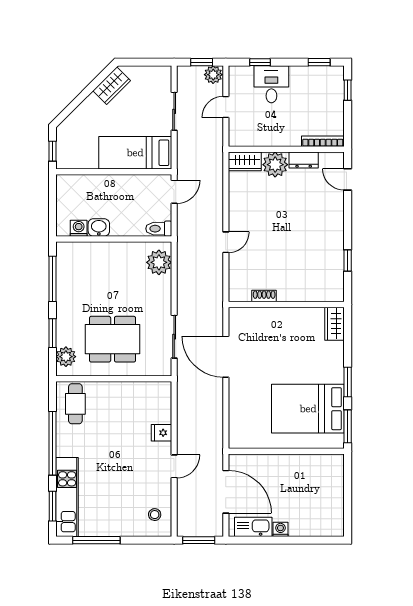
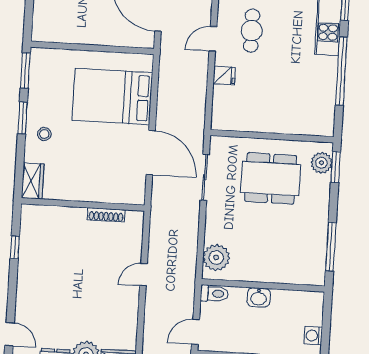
washbasin: (99, 227) -> (259, 297), moved
washing machine: (79, 228) -> (313, 336), moved, turned 90
shoe rack: (264, 296) -> (106, 215), width x1.43
window: (52, 333) -> (336, 167), moved
stool: (326, 368) -> (44, 134), added
cafe table: (75, 404) -> (252, 31), moved
bed: (308, 409) -> (112, 96), moved, turned 180

